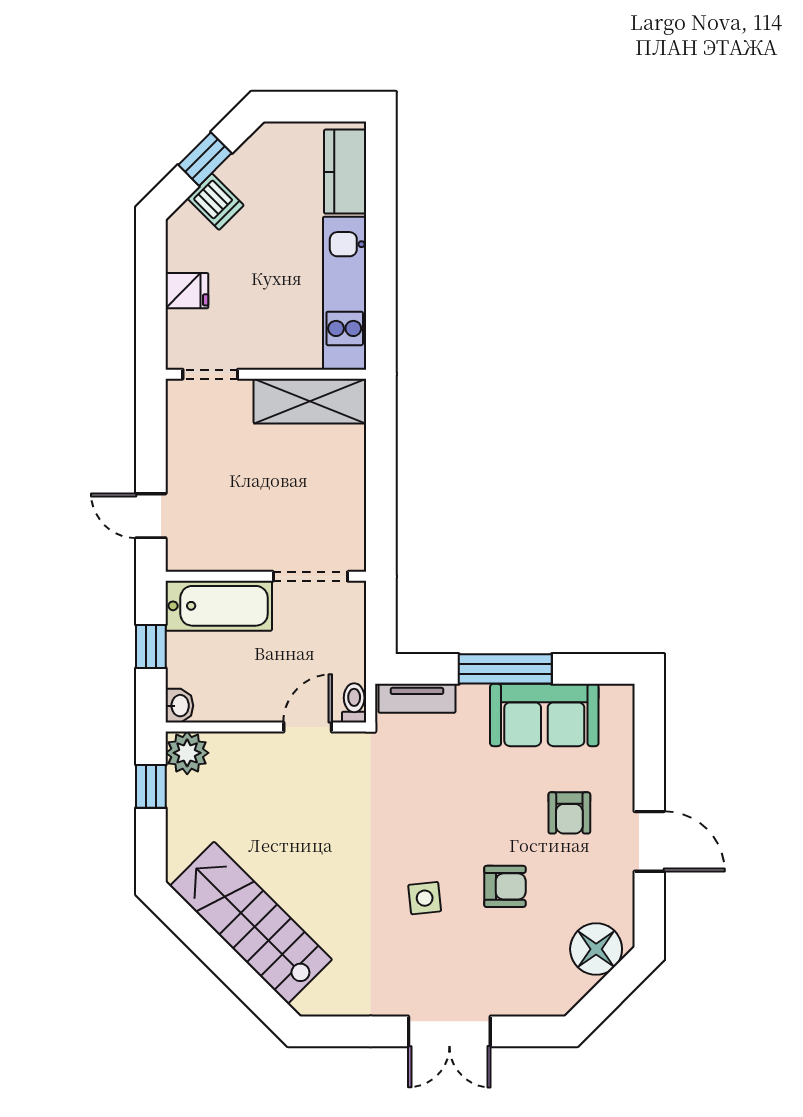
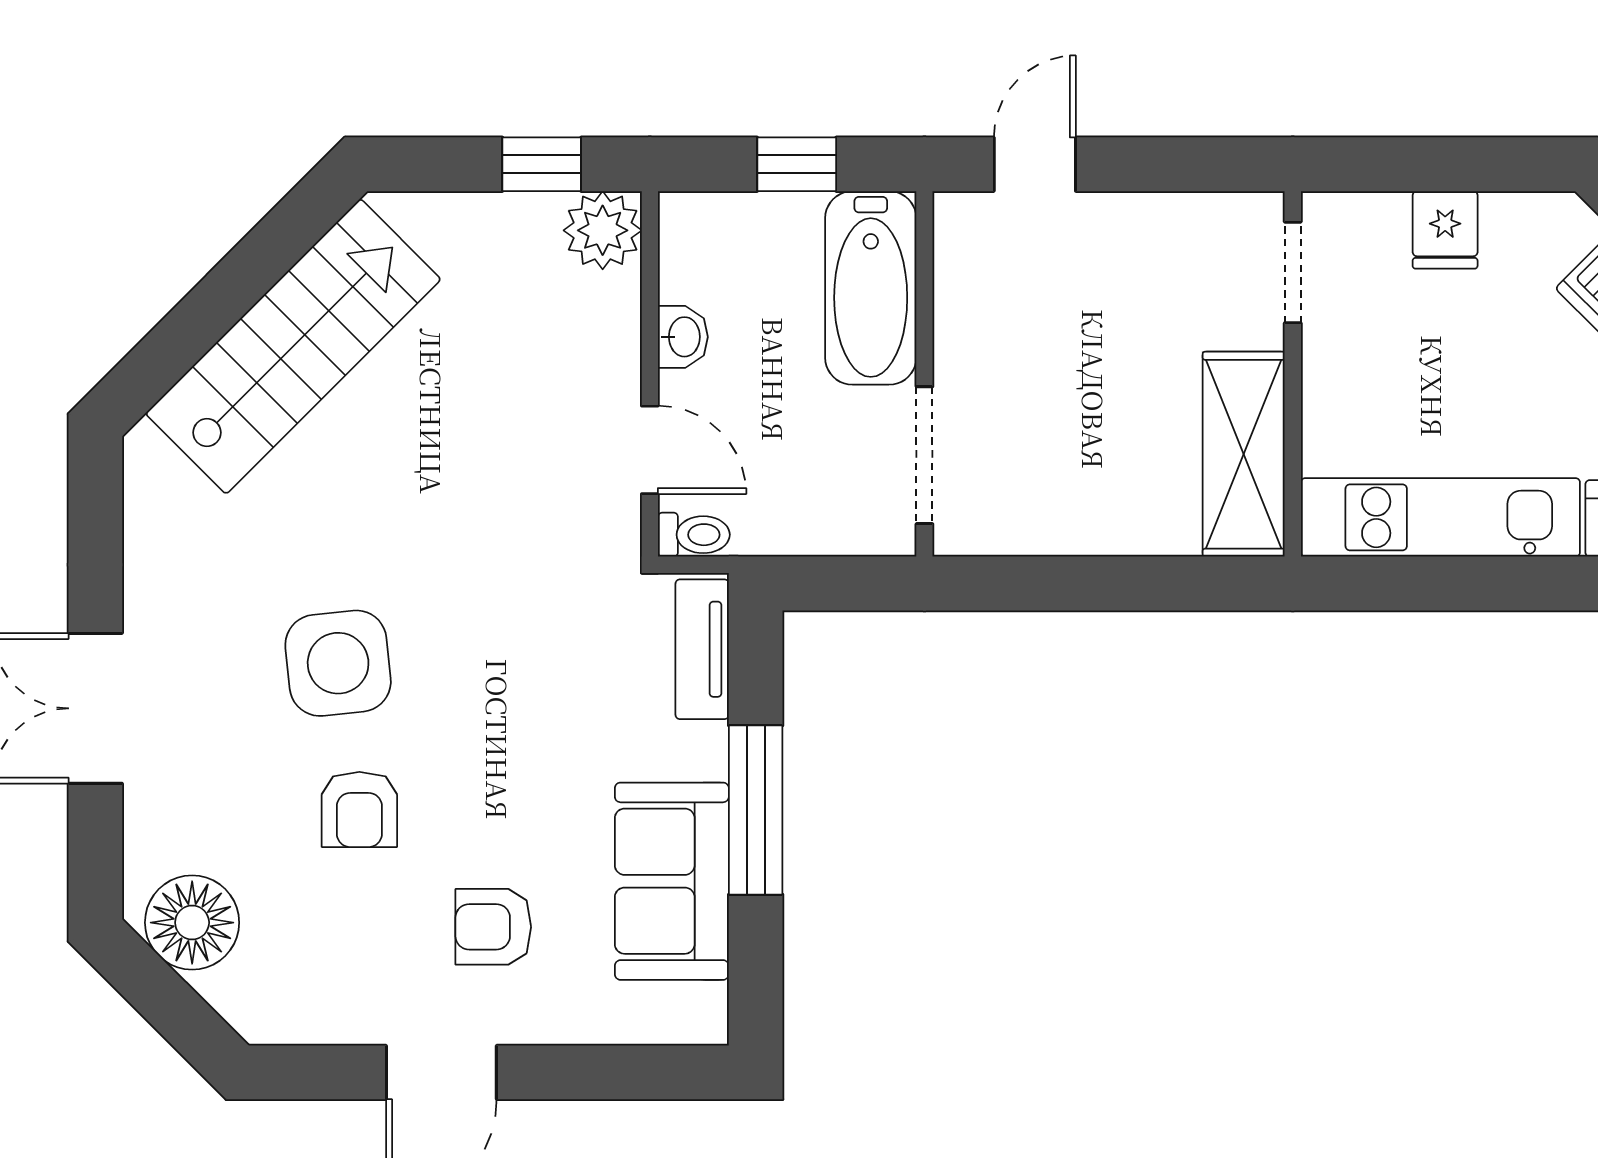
washbasin: (179, 706) -> (683, 337), moved, turned -90
side table: (425, 898) -> (338, 663), width x1.87, depth x1.87
floor lamp: (596, 949) -> (192, 923), moved

